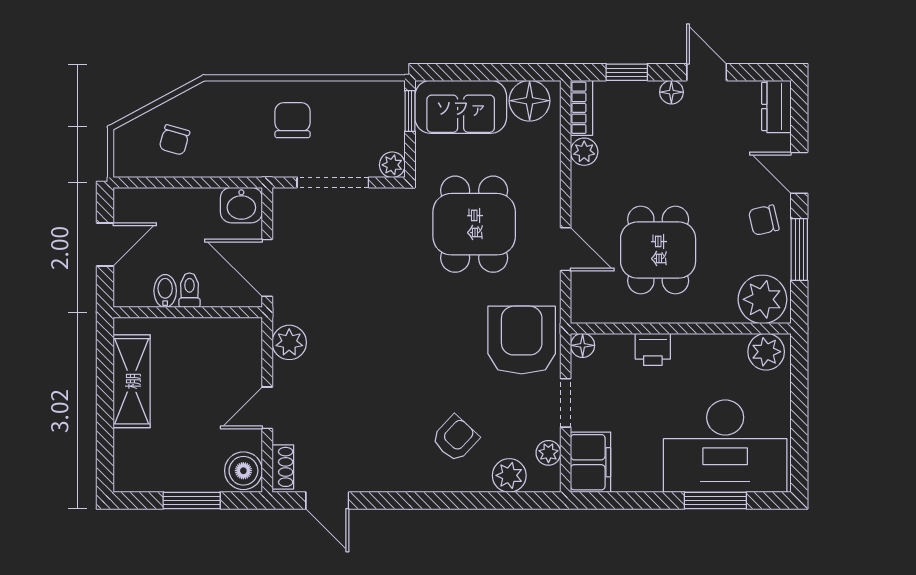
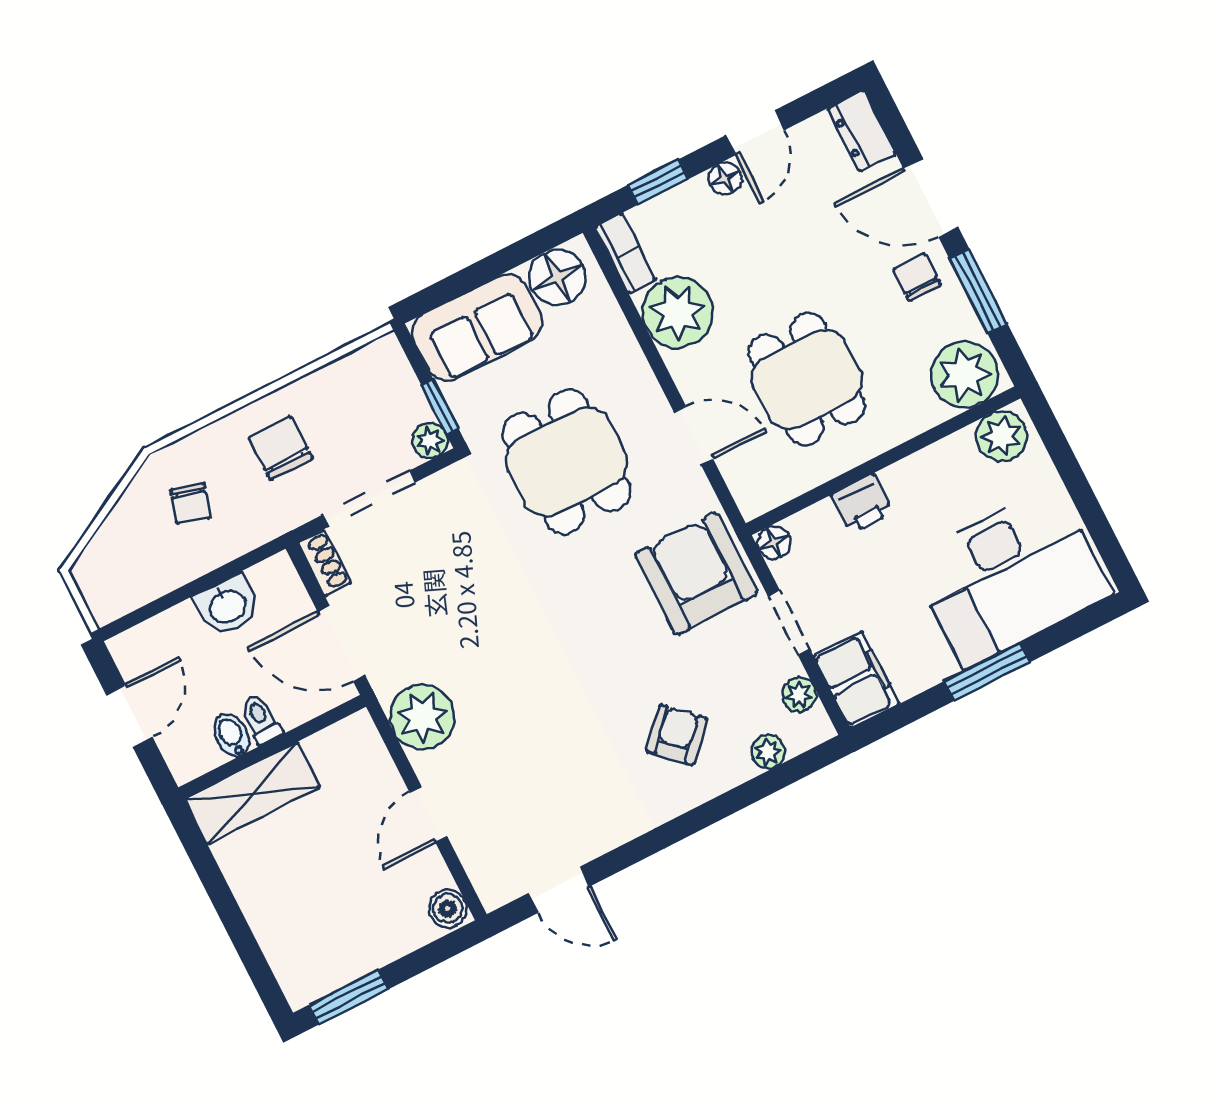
door: (707, 72) -> (755, 132), swing flipped
window: (410, 111) -> (440, 407), moved
chair: (174, 140) -> (191, 503), moved
plant: (584, 152) -> (678, 313), width x1.88, depth x1.88
door: (799, 173) -> (931, 198), width x1.38
washbasin: (241, 205) -> (227, 606), moved
chair: (764, 220) -> (917, 277), turned 103
plant: (289, 342) -> (422, 717), width x1.36, depth x1.36
shelving: (132, 381) -> (252, 793), moved, turned 90
shoe rack: (283, 467) -> (324, 563), moved
boiler: (243, 471) -> (448, 909), width x0.73, depth x0.73
plant: (509, 475) -> (768, 752), width x0.73, depth x0.73
window: (192, 500) -> (349, 997), moved
window: (715, 500) -> (987, 672), moved

